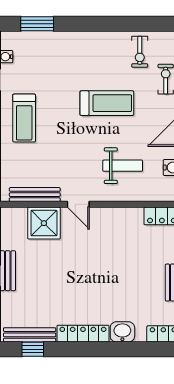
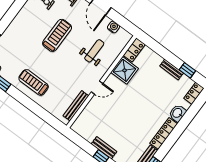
treadmill: (24, 118) -> (34, 82), turned 180
shower: (44, 223) -> (125, 70), moved

